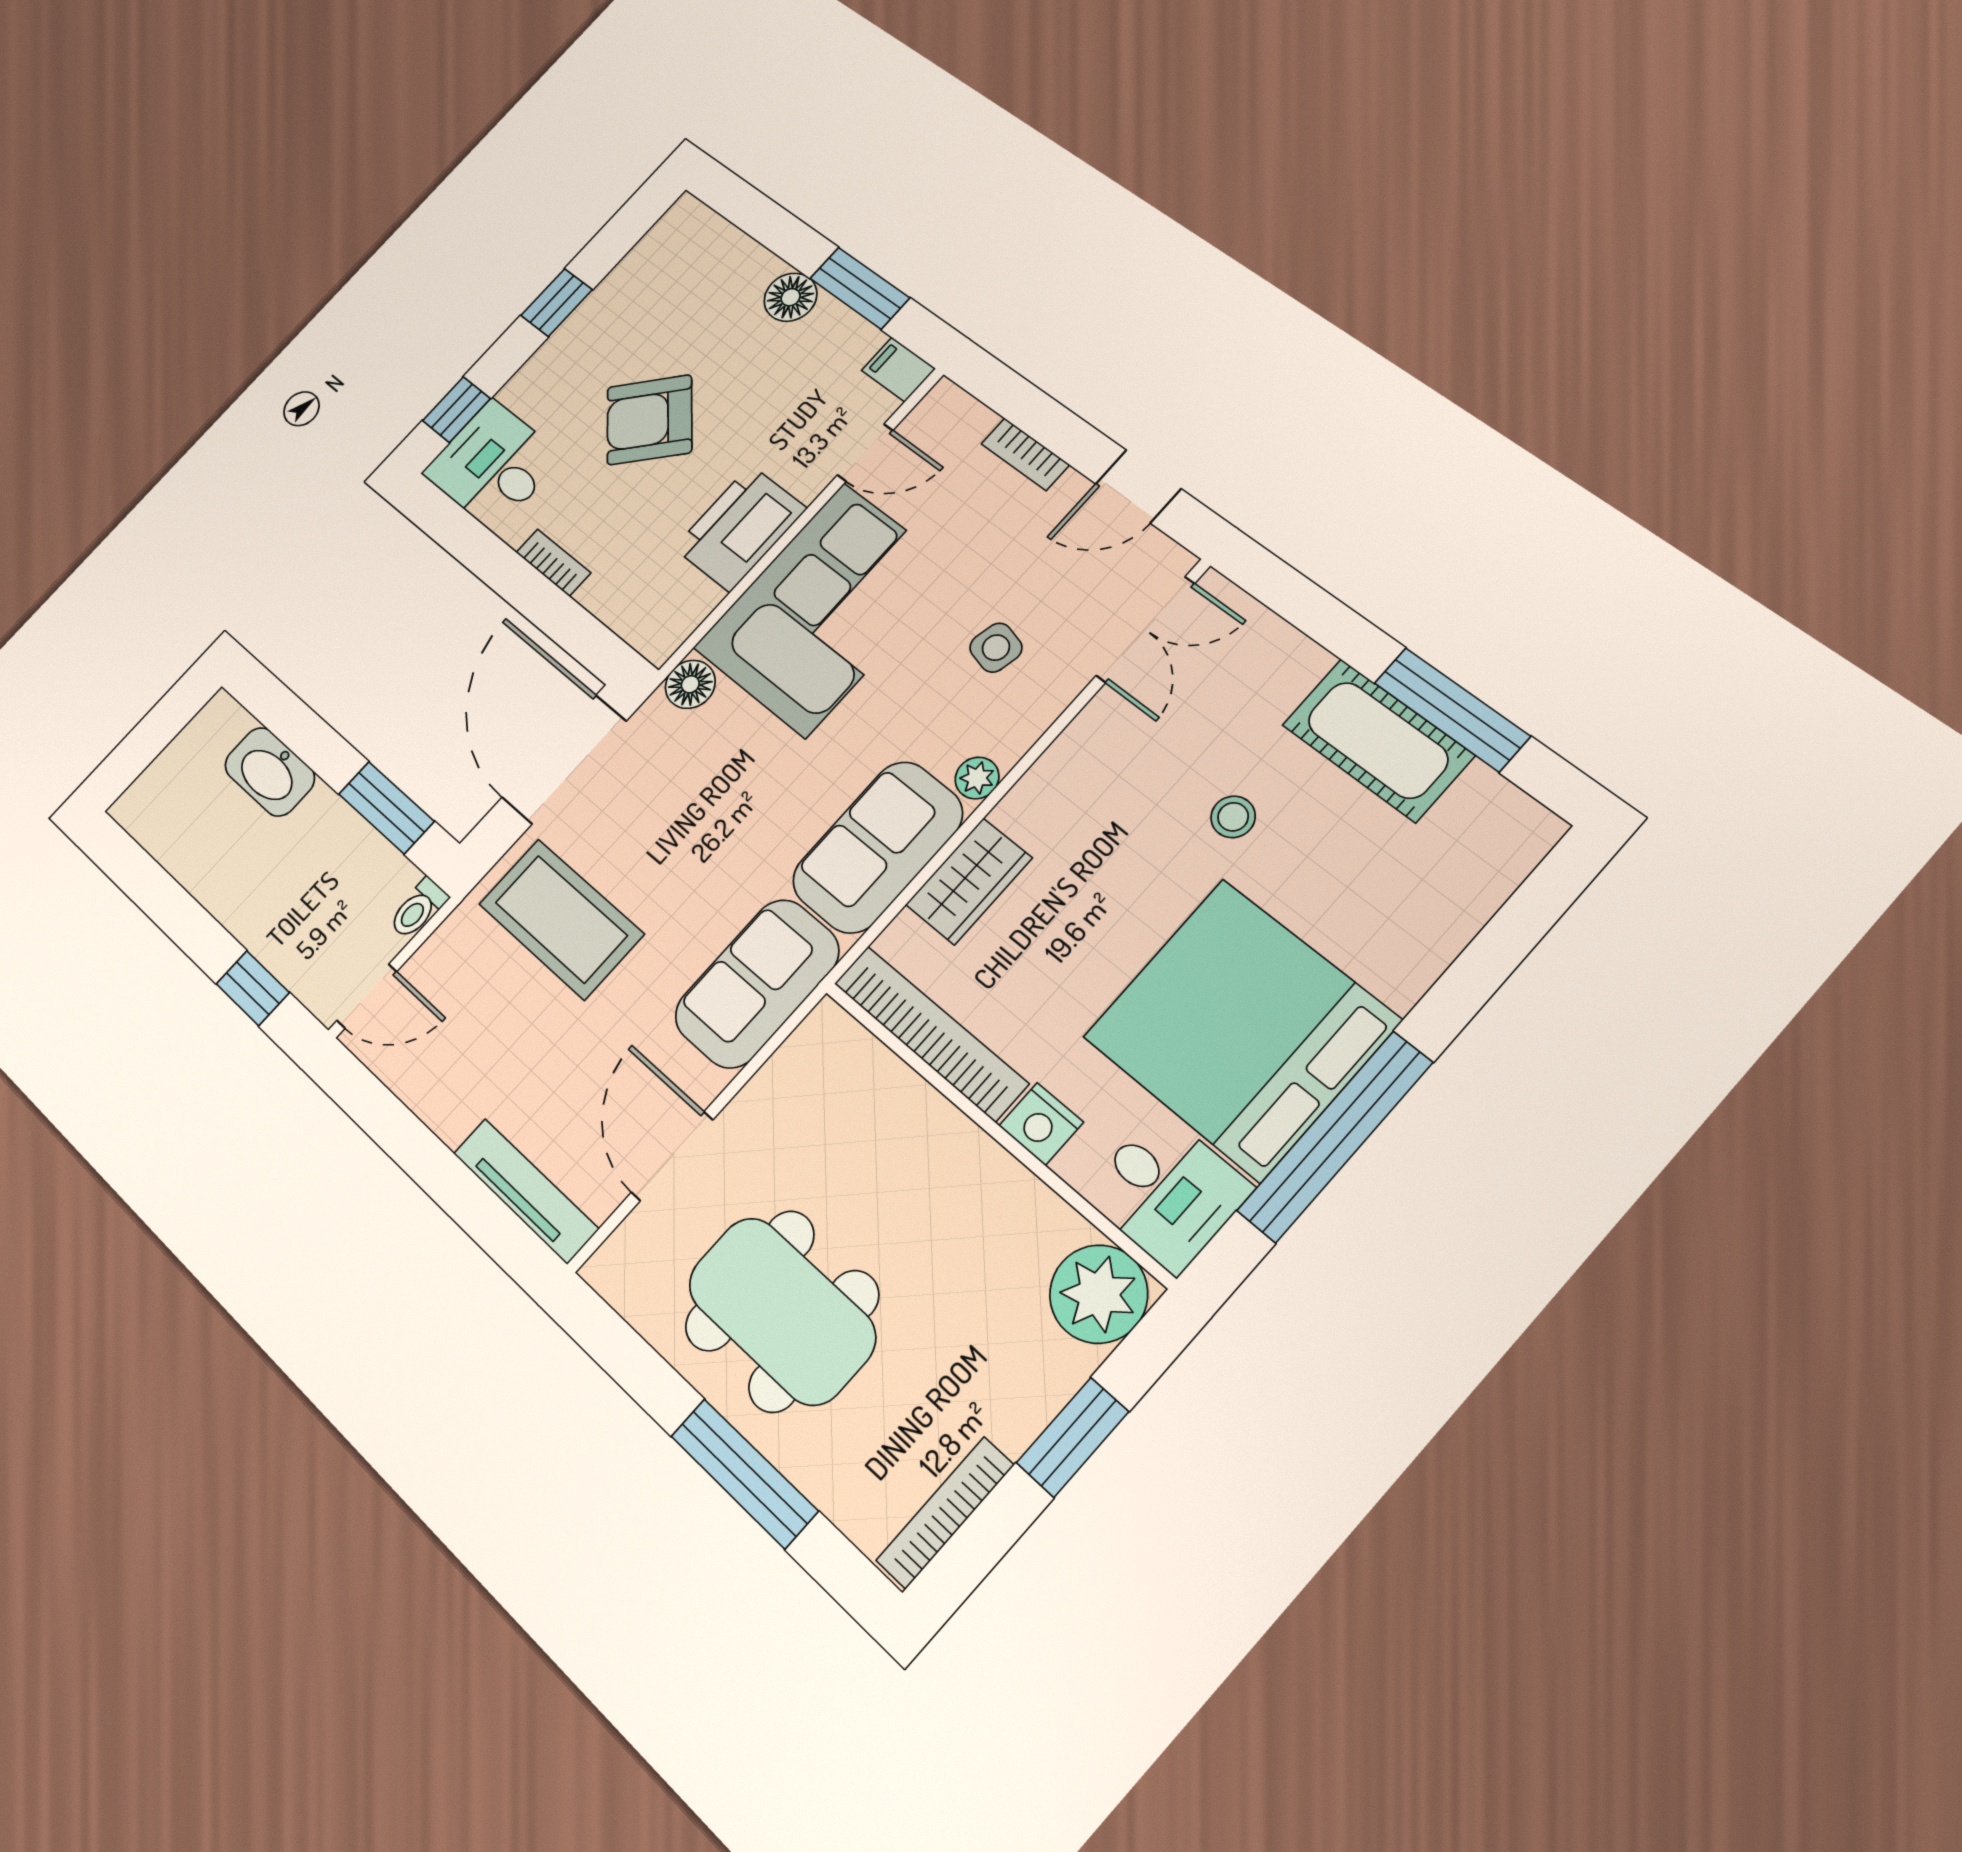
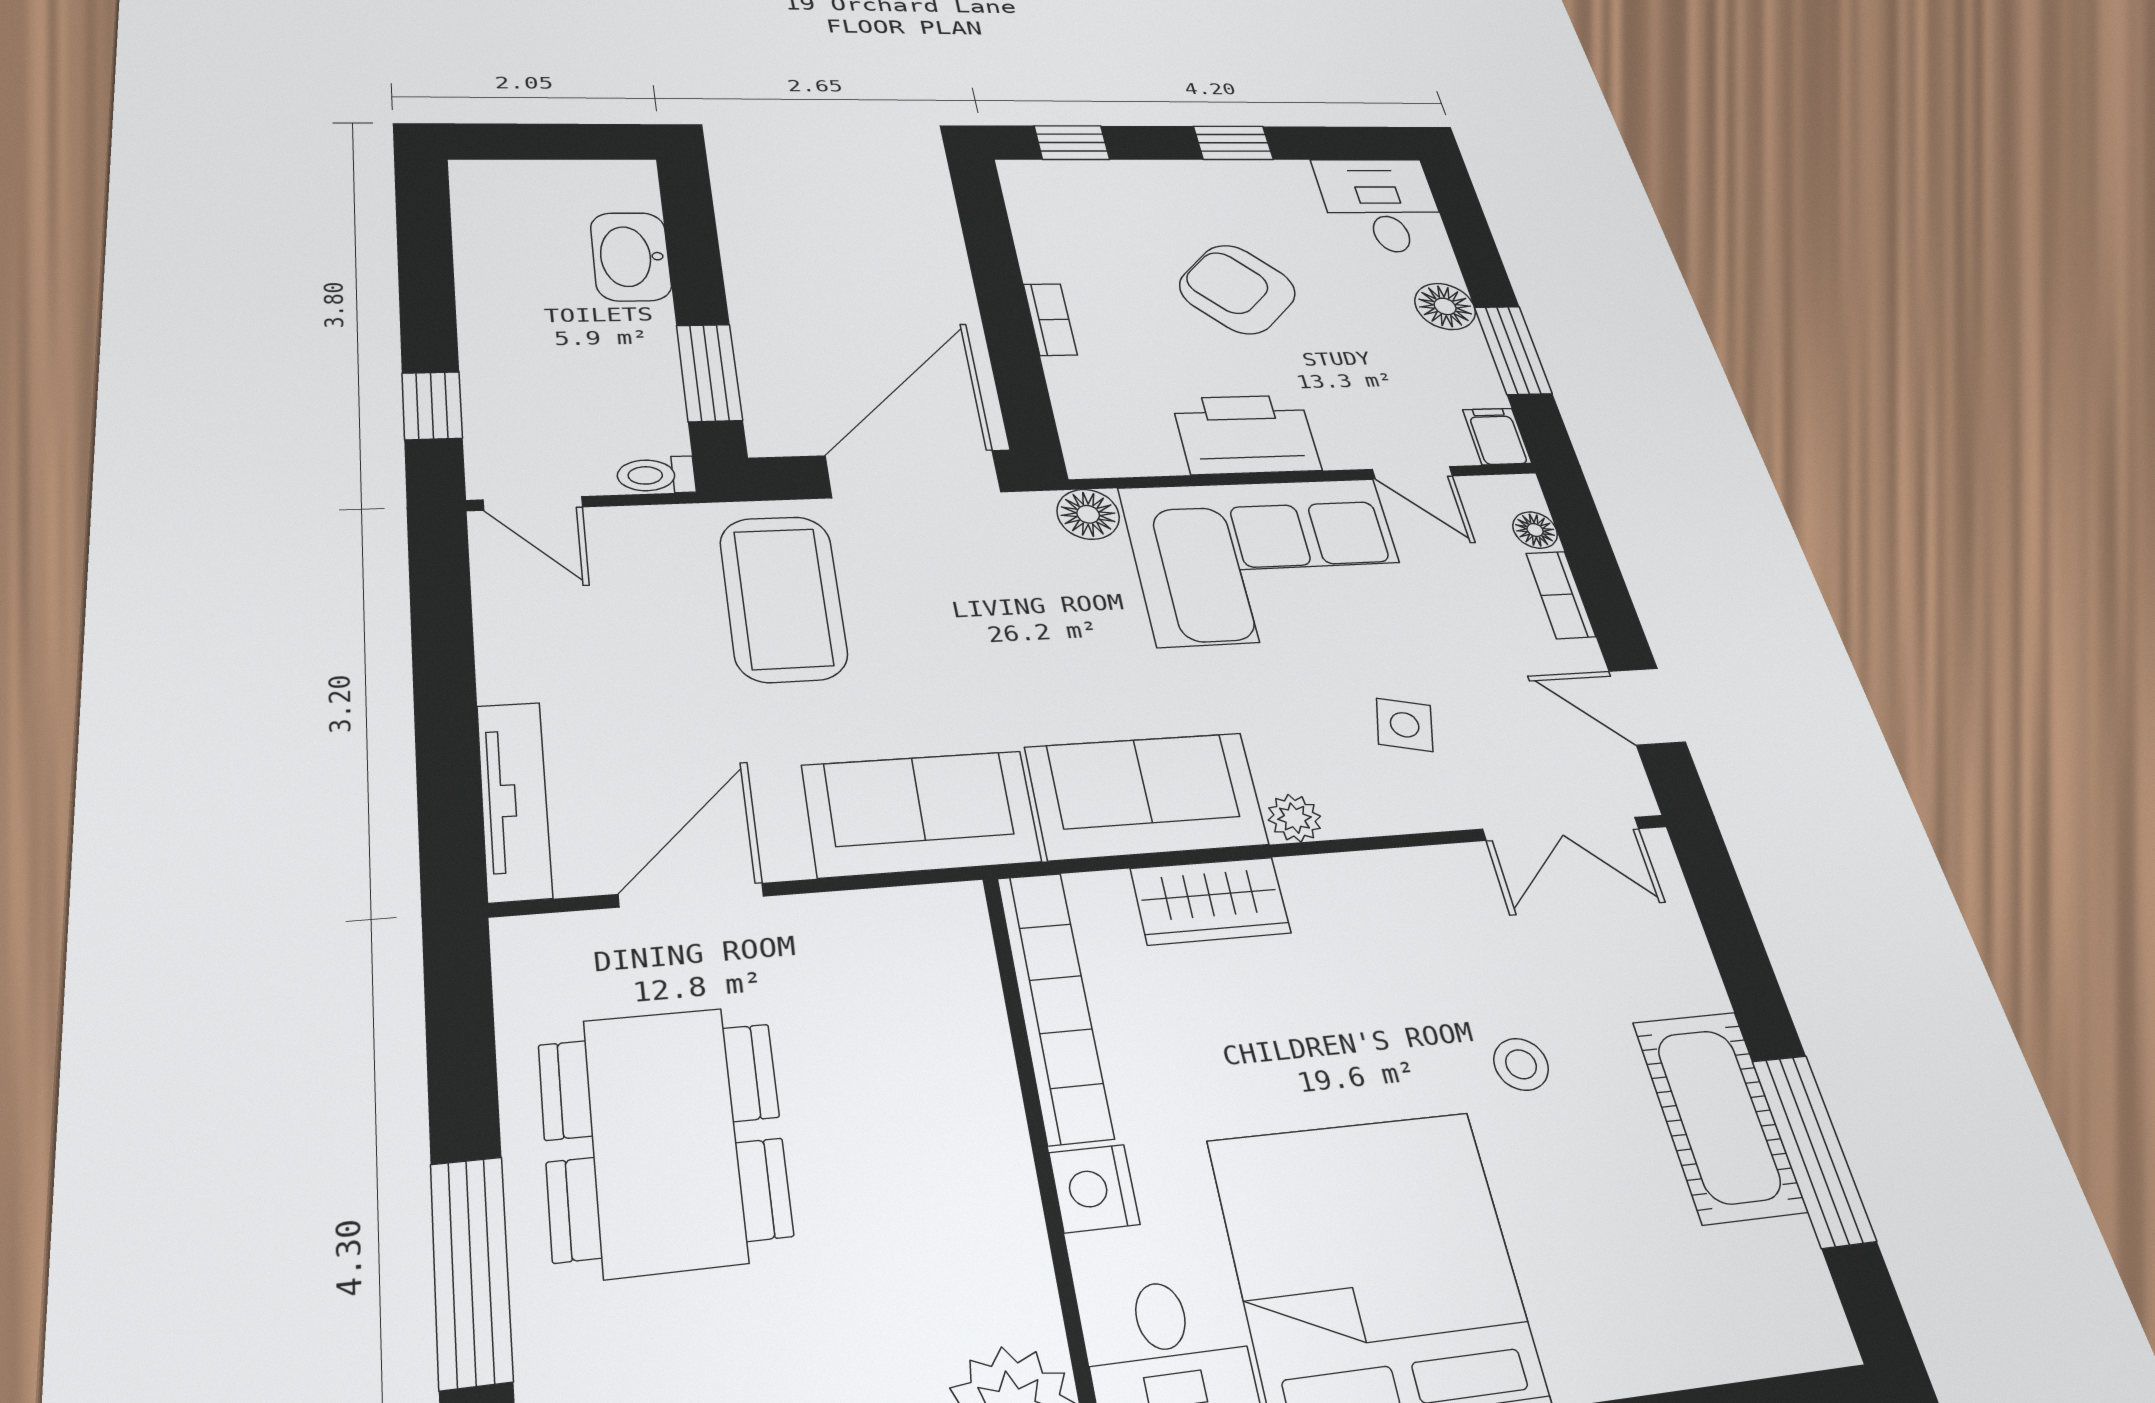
floor lamp: (974, 420) -> (1535, 530), added
desk: (493, 465) -> (1381, 205), moved

